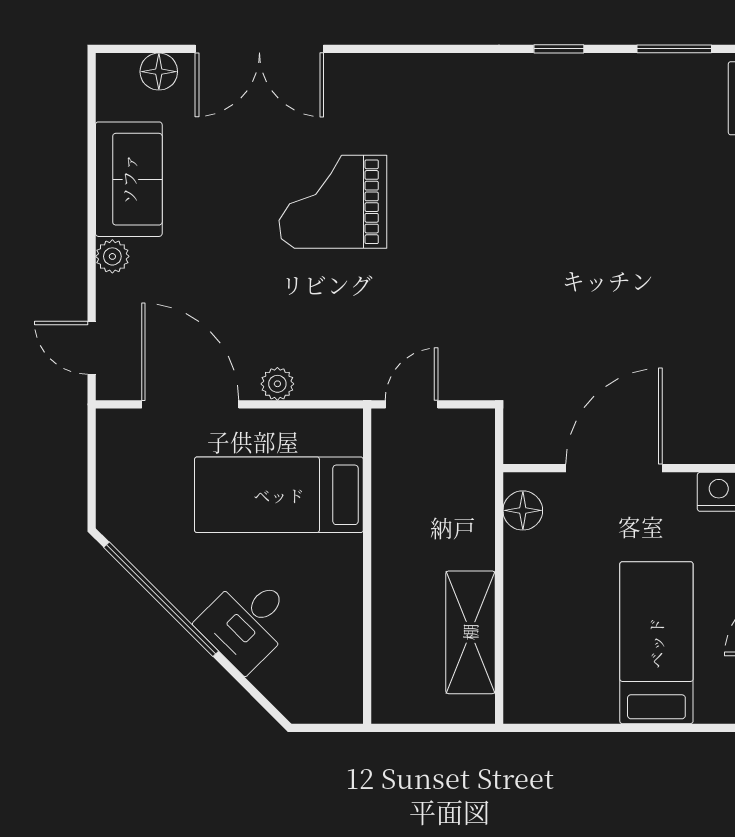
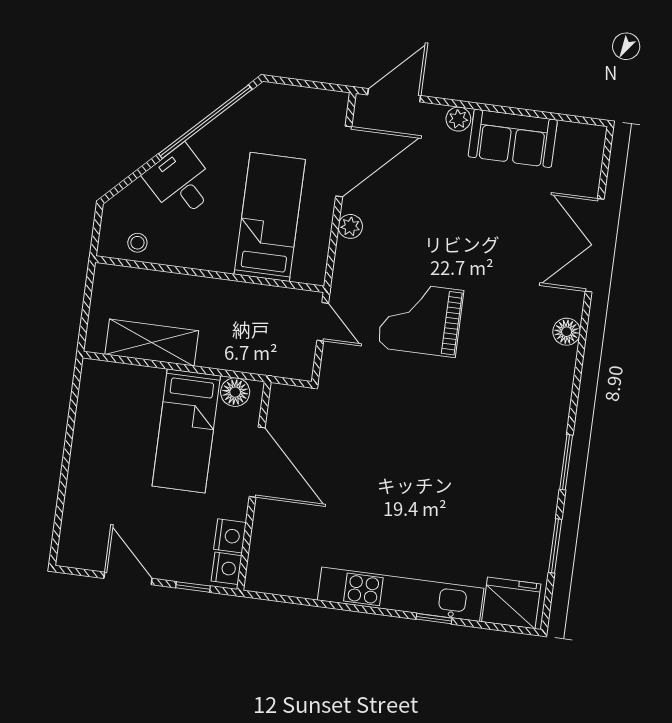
window: (559, 49) -> (566, 462), width x1.50
floor lamp: (159, 72) -> (567, 332), moved
grand piano: (333, 202) -> (421, 319), moved, turned -90
door: (92, 348) -> (394, 95), width x1.38
bed: (656, 643) -> (186, 431), moved, turned 90
stool: (338, 670) -> (137, 243), added

